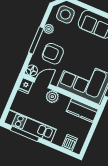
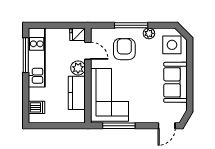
floor lamp: (32, 70) -> (97, 34), removed
kitchen counter: (82, 110) -> (77, 93), moved

